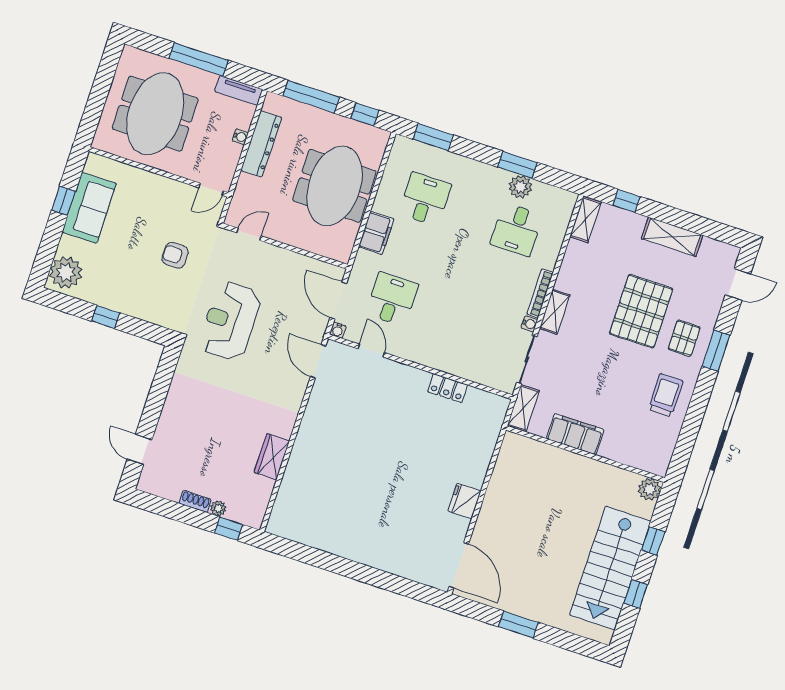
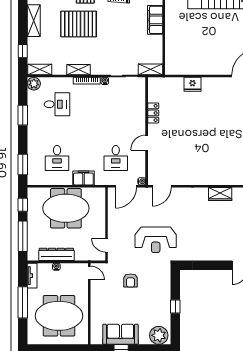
plant: (520, 187) -> (34, 84), moved
desk: (425, 199) -> (57, 158), turned -90
desk: (392, 299) -> (116, 158), turned -90
shelving: (555, 312) -> (78, 70), moved
door: (371, 351) -> (147, 143), moved
filing cabinet: (575, 434) -> (155, 20), moved
fridge: (464, 501) -> (192, 84), moved

